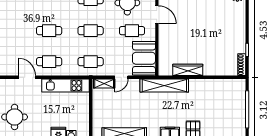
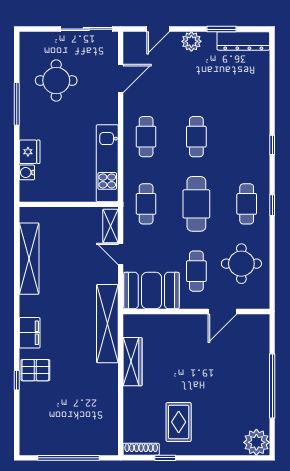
cafe table: (91, 31) -> (196, 204), width x1.37, depth x1.35
rug: (225, 42) -> (179, 422), added
door: (27, 77) -> (121, 78), moved

